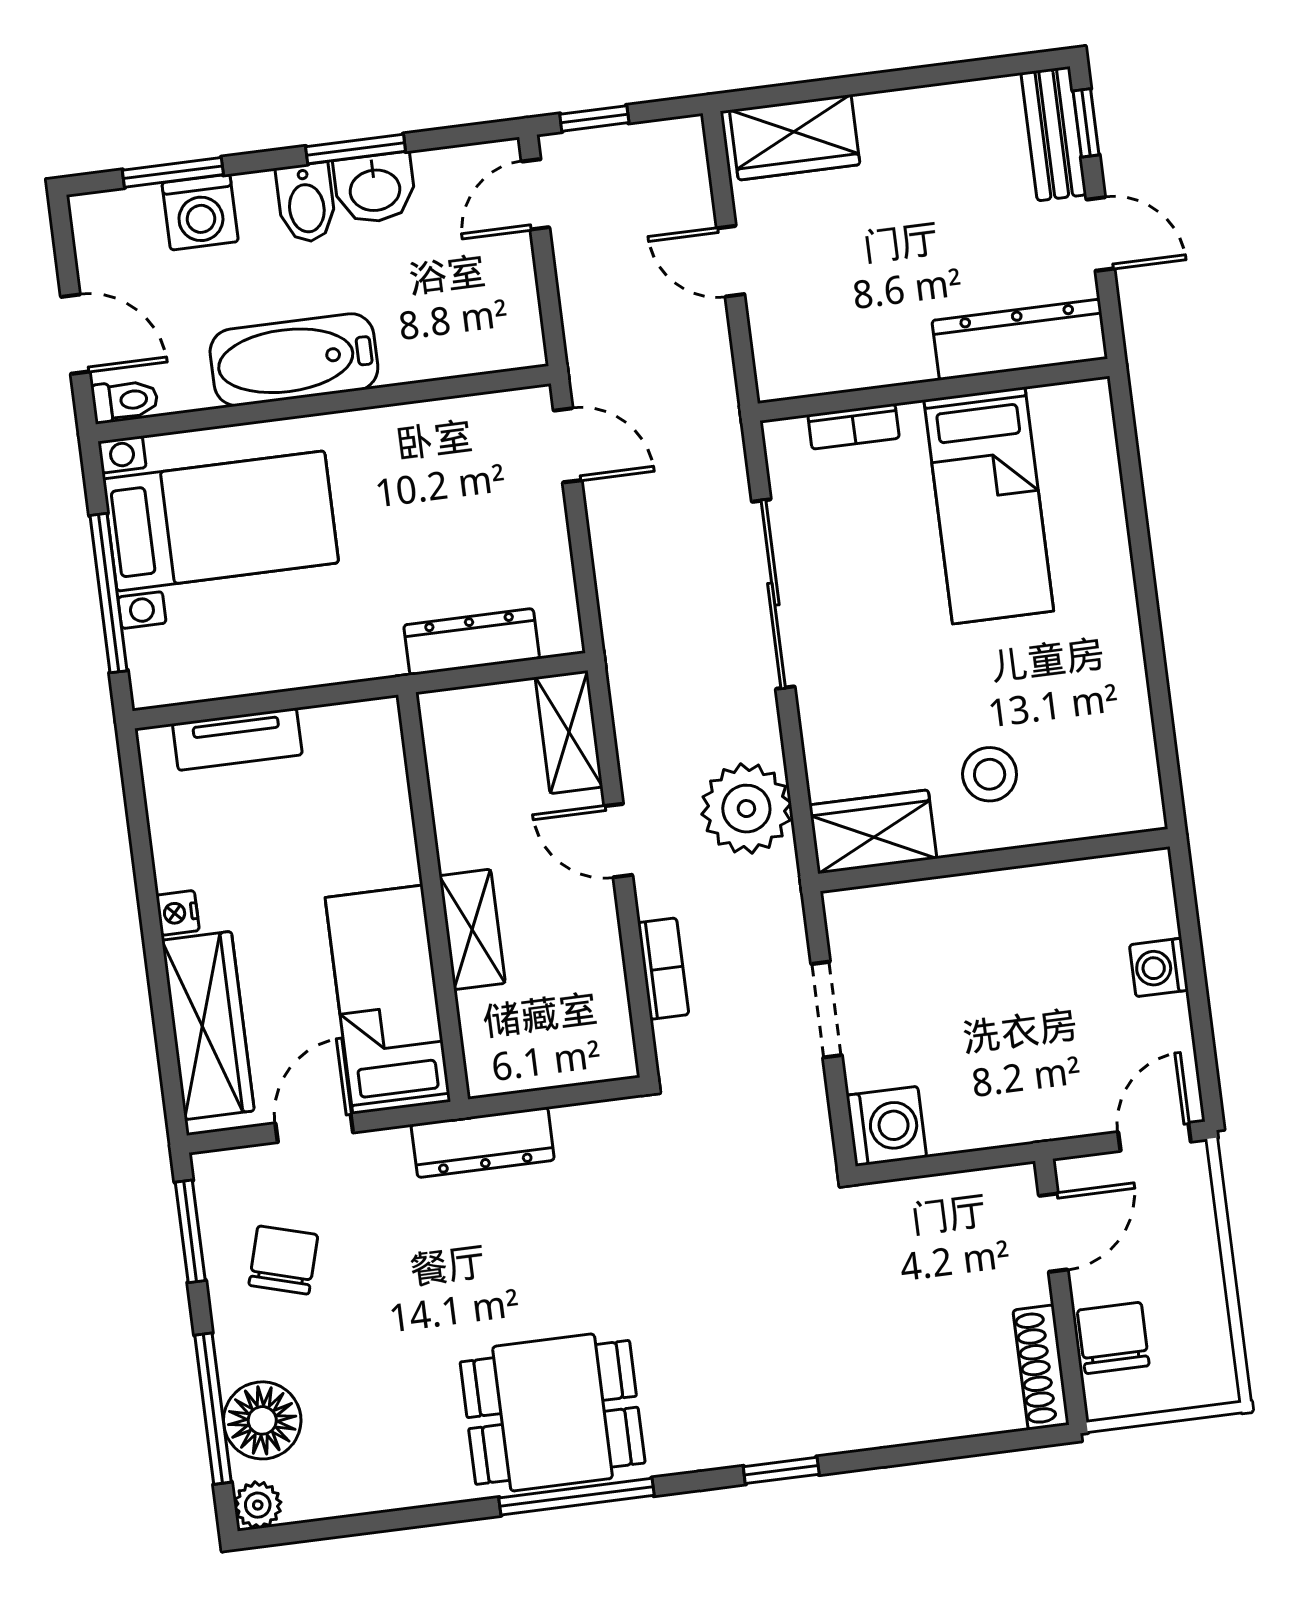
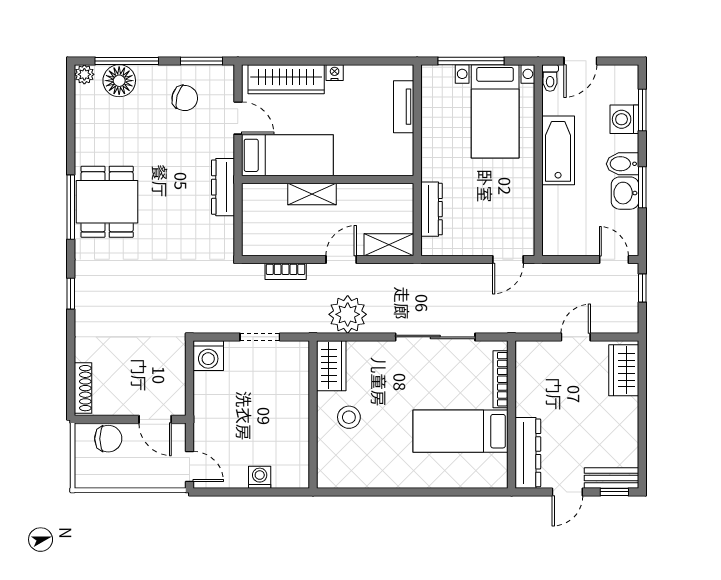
bookcase: (854, 426) -> (501, 379), width x1.56
shoe rack: (1041, 1367) -> (83, 388), moved, turned 90

